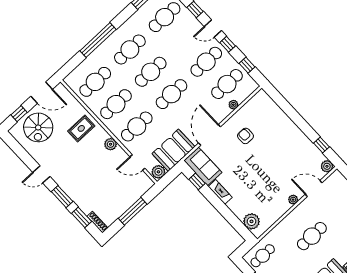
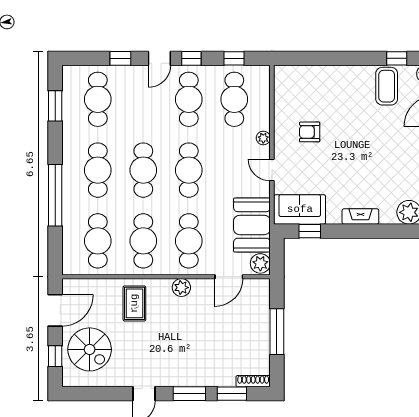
plant: (233, 105) -> (263, 138), moved
door: (210, 135) -> (272, 170), width x0.53
coffee table: (303, 153) -> (387, 86), added
fireplace: (220, 192) -> (360, 216), moved

